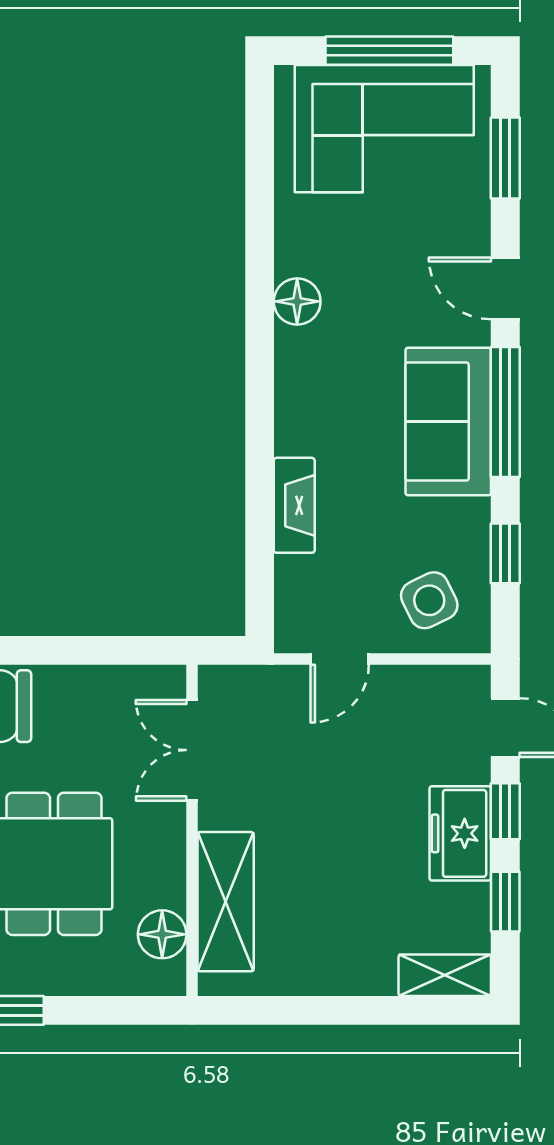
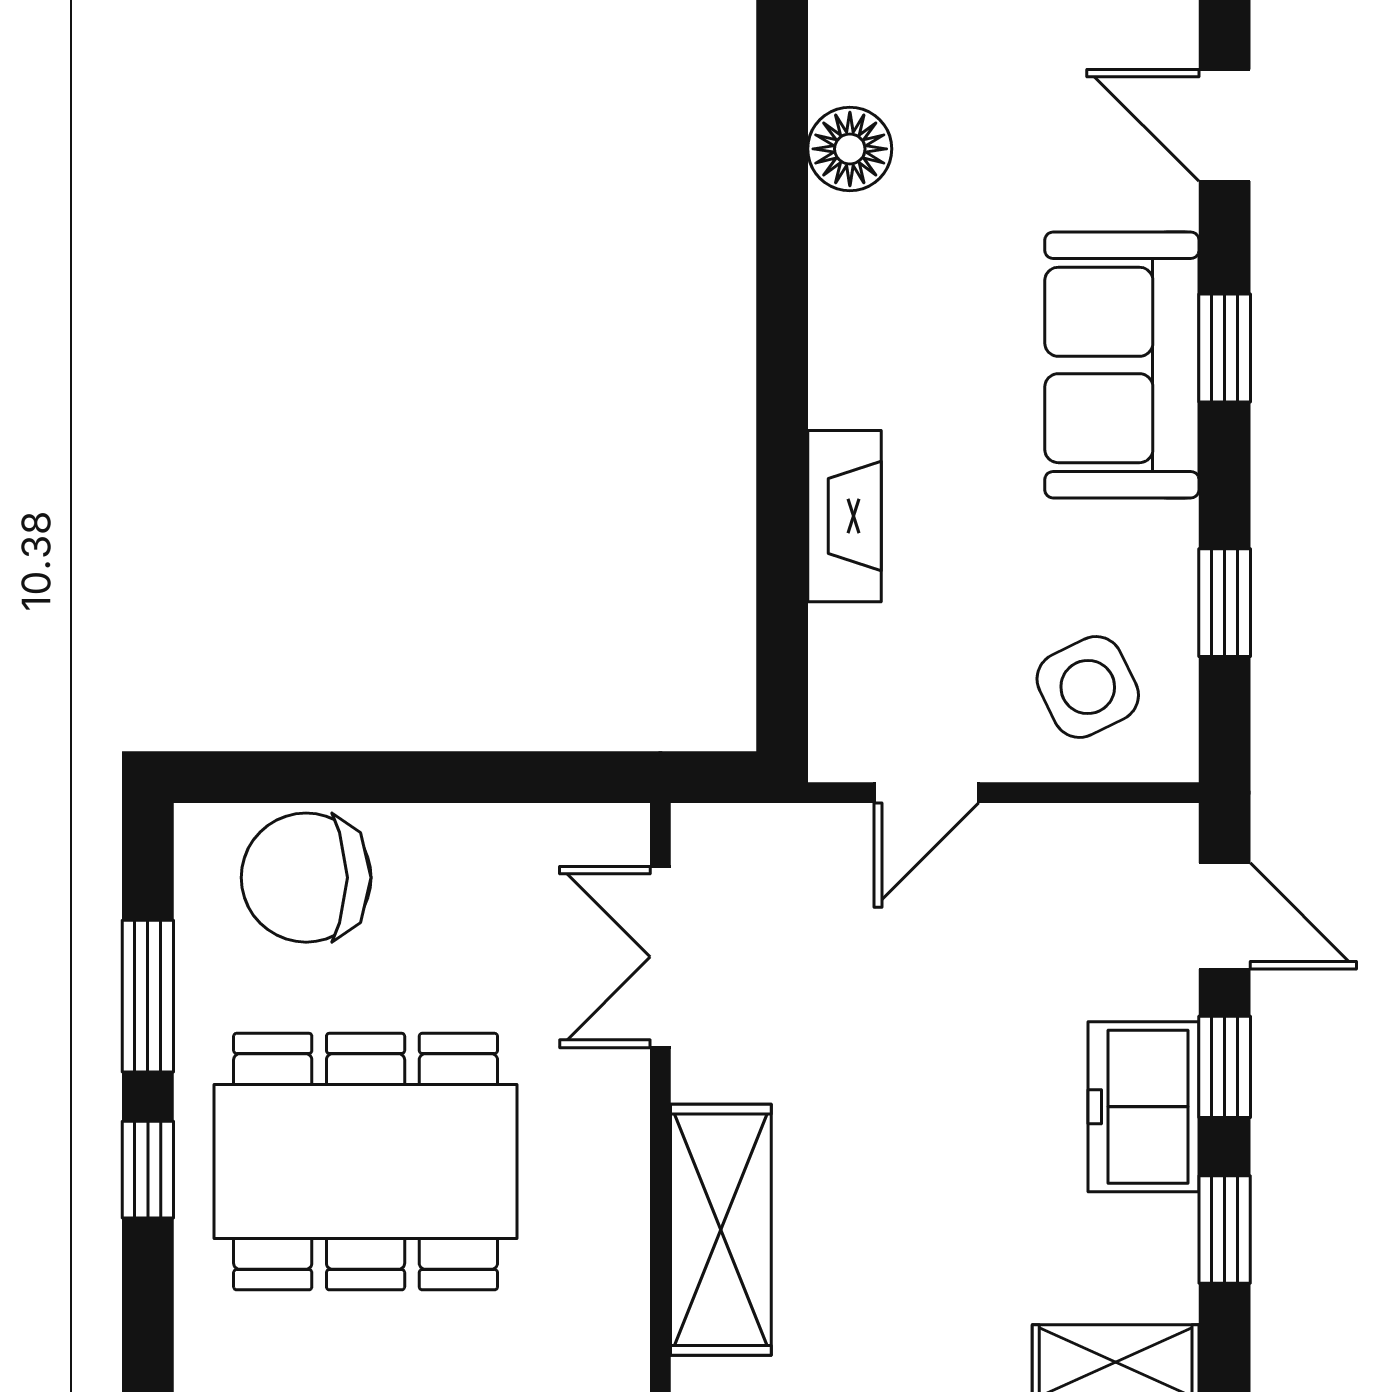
window: (505, 412) -> (1225, 348), width x0.46
floor lamp: (162, 934) -> (607, 1289), removed

